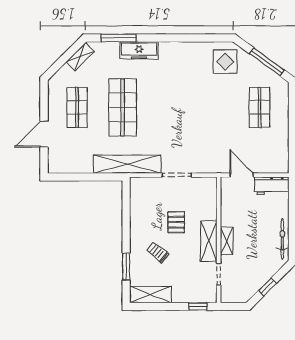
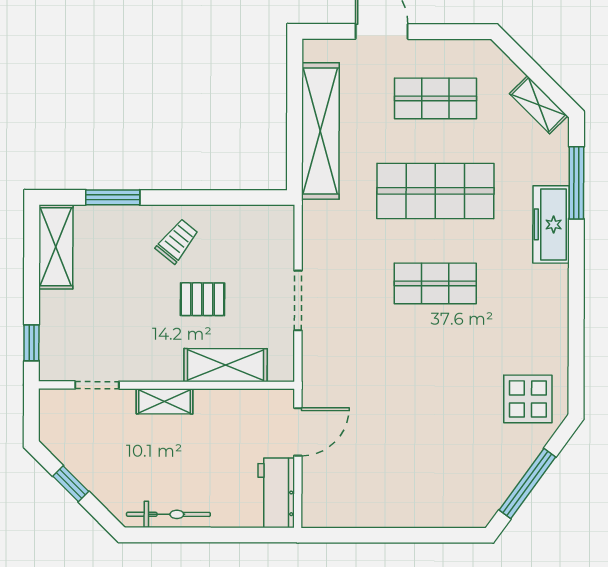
shop shelf: (260, 107) -> (435, 283), moved
shelving: (127, 164) -> (320, 131), moved
shelving: (209, 241) -> (226, 365), moved
trolley: (158, 252) -> (177, 241), moved

